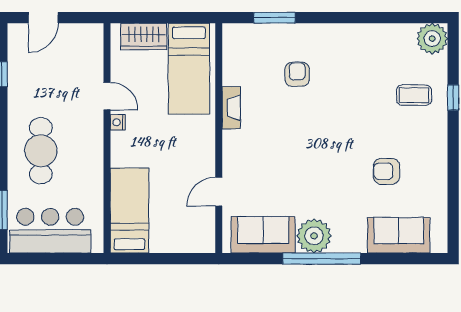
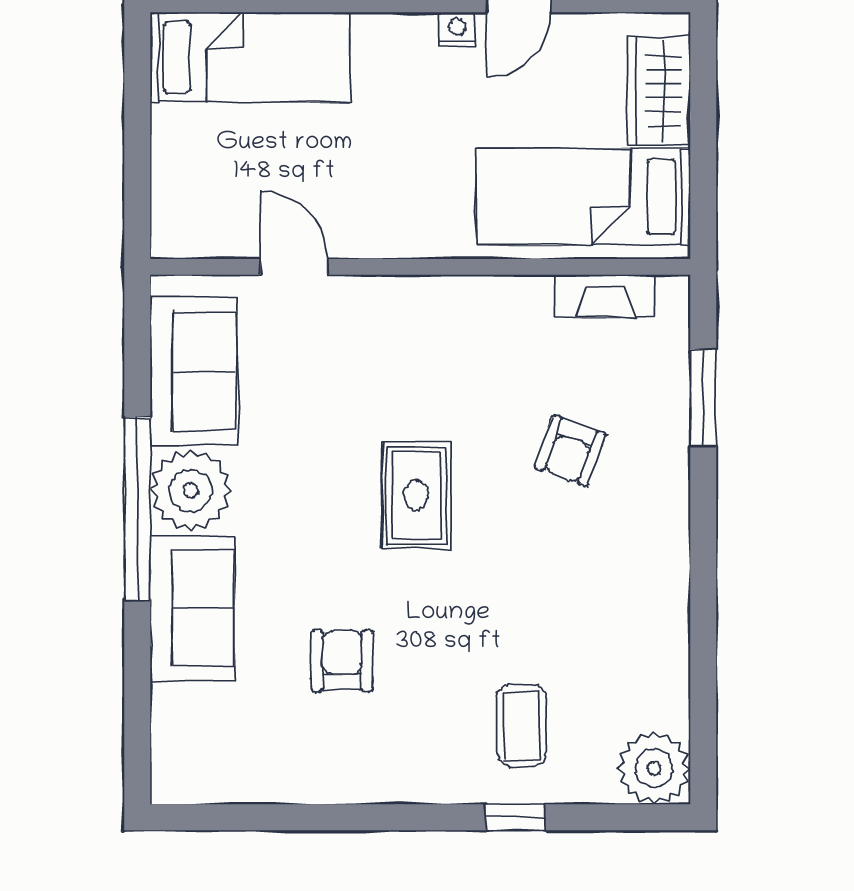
armchair: (297, 74) -> (570, 451), turned 110
fireplace: (231, 108) -> (605, 296), moved
rug: (316, 140) -> (416, 495), added
sofa: (399, 235) -> (192, 608), moved

